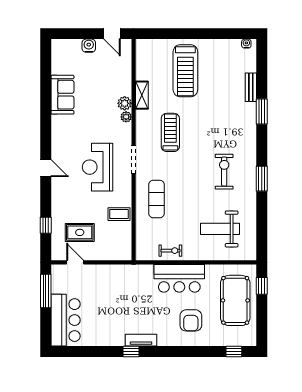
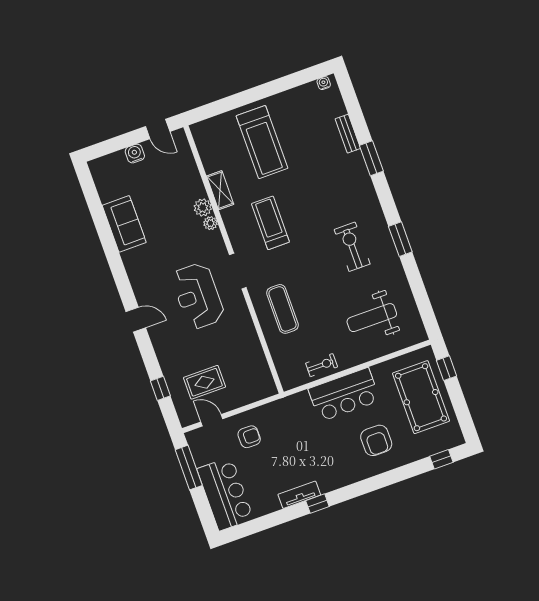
coffee table: (119, 214) -> (244, 343), removed
armchair: (98, 284) -> (249, 437), added
tv unit: (141, 340) -> (299, 495), moved

